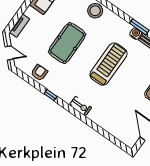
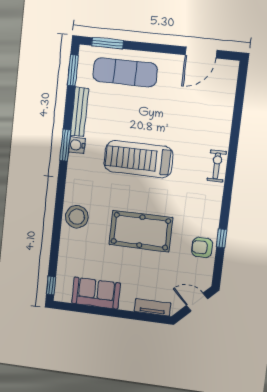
door: (9, 53) -> (197, 302), hinge flipped
window: (51, 95) -> (222, 238), moved

